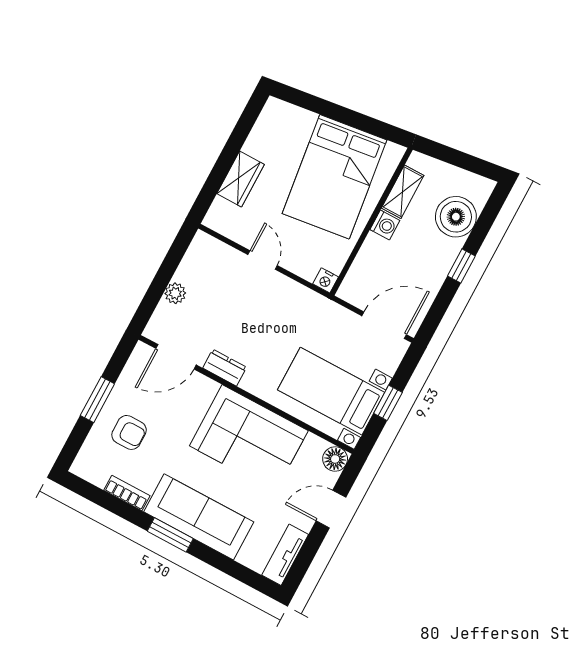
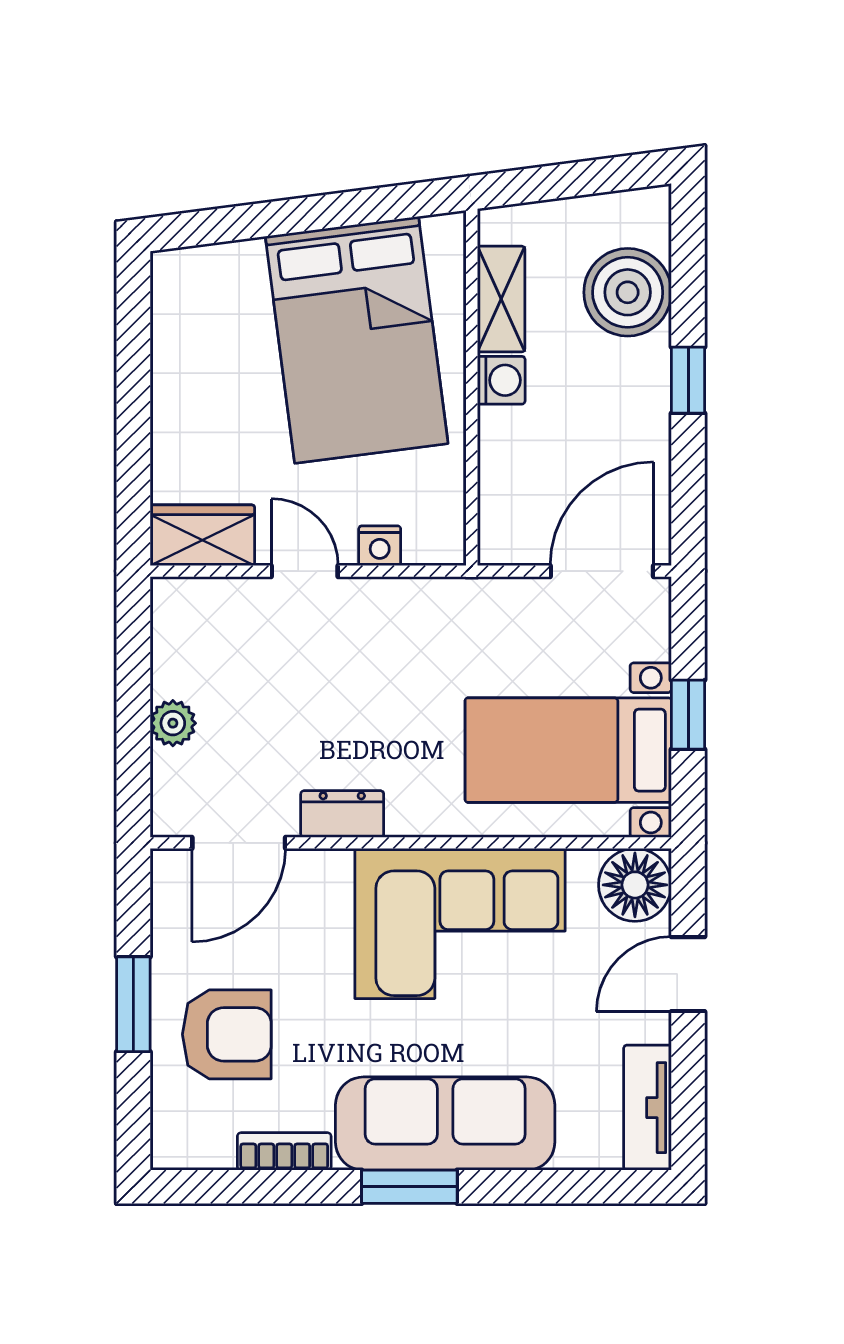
wardrobe: (240, 179) -> (202, 535), moved, turned -90
nightstand: (326, 280) -> (380, 546), moved
armchair: (129, 432) -> (227, 1034), width x1.38, depth x1.38
floor lamp: (335, 459) -> (635, 885), width x1.38, depth x1.38

